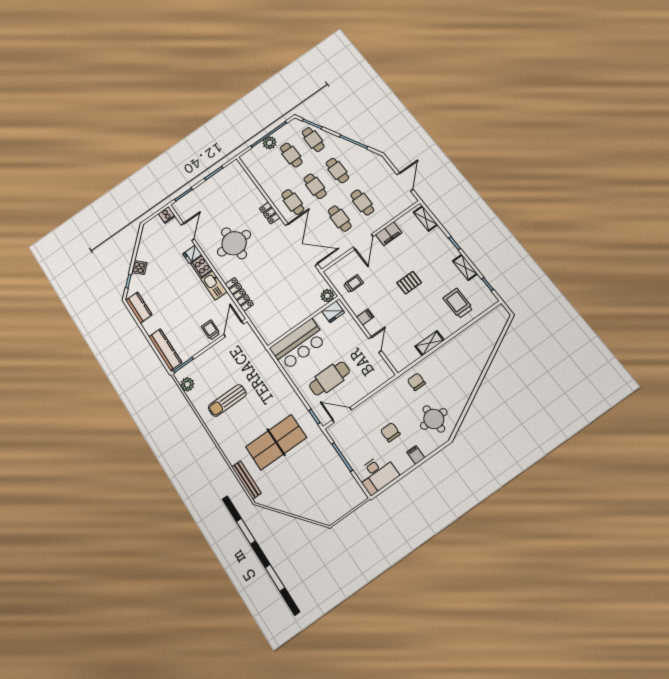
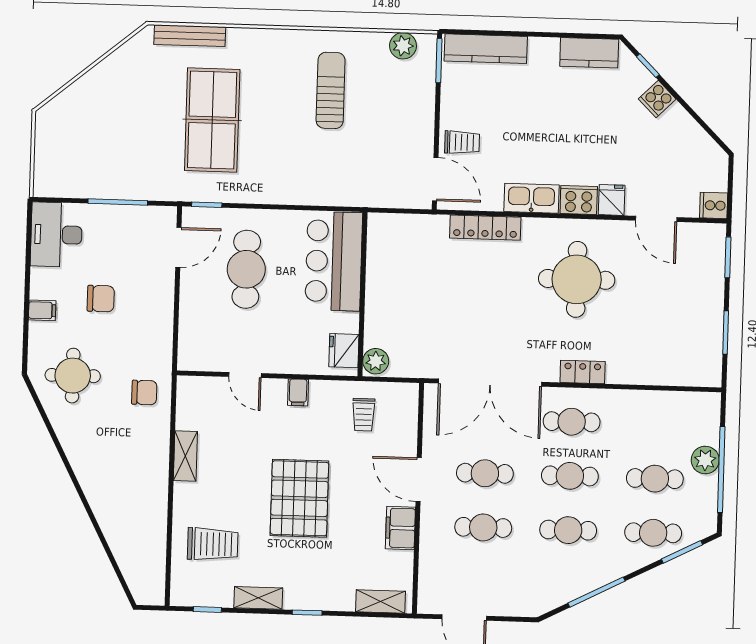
pallet: (409, 283) -> (299, 498), width x2.05, depth x2.00

